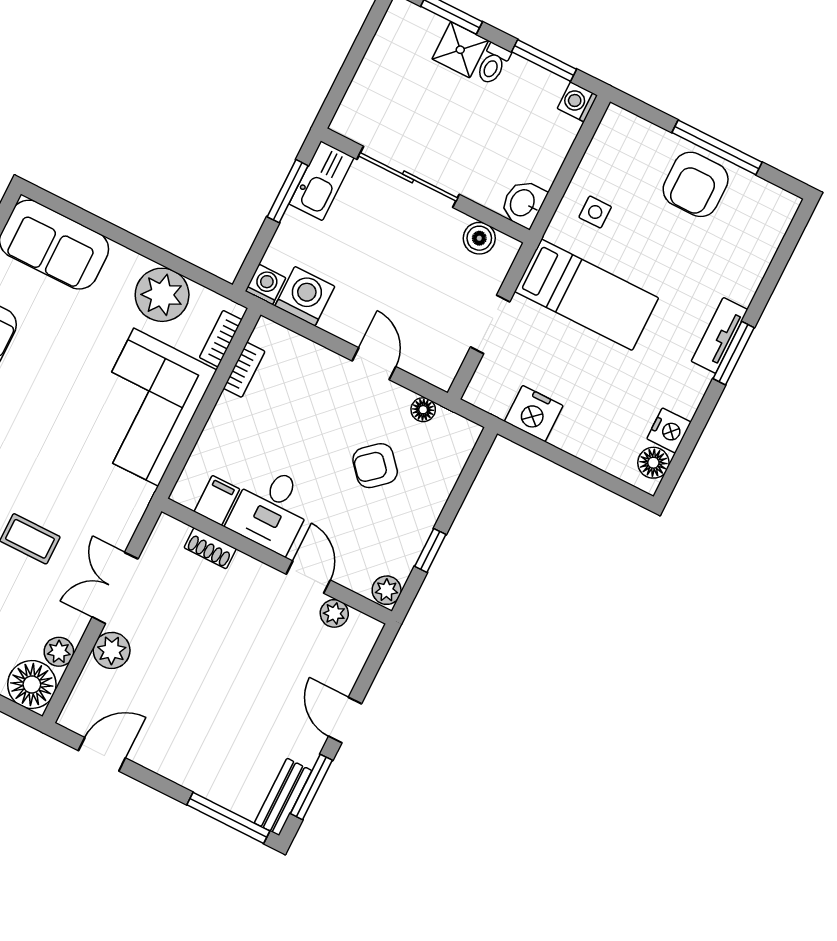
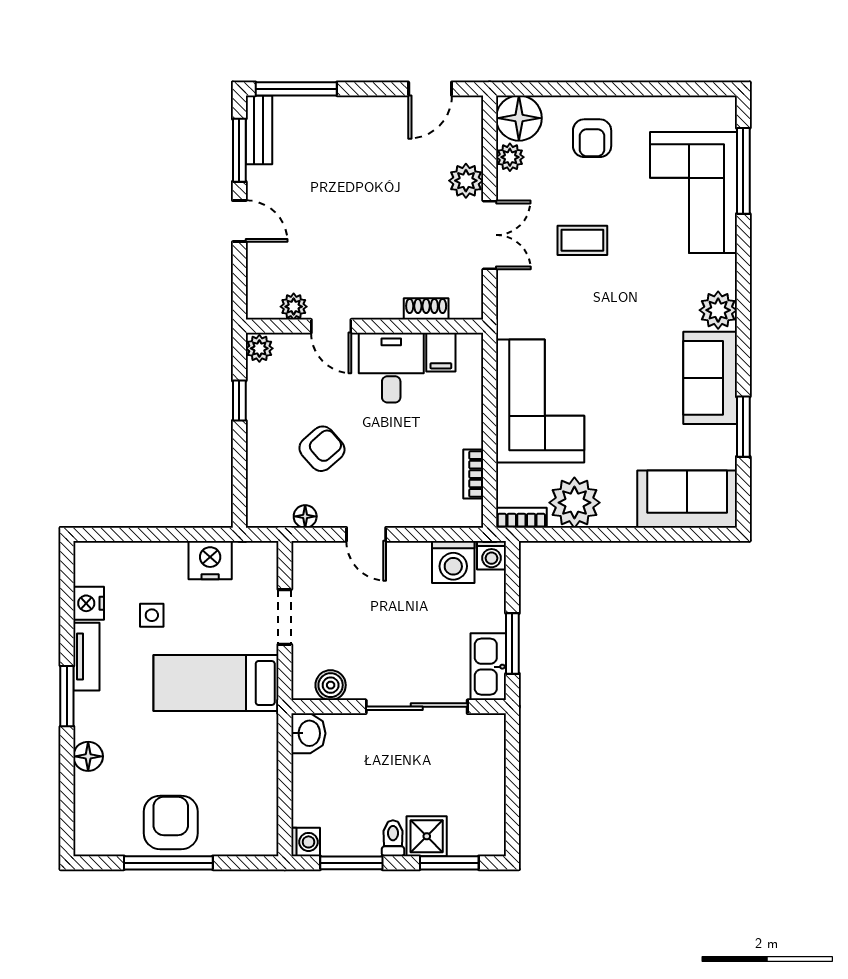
side table: (595, 212) -> (152, 615), moved
tv unit: (719, 335) -> (86, 657), moved
bookcase: (221, 339) -> (521, 518), moved, turned -90
floor lamp: (653, 463) -> (88, 756), moved

